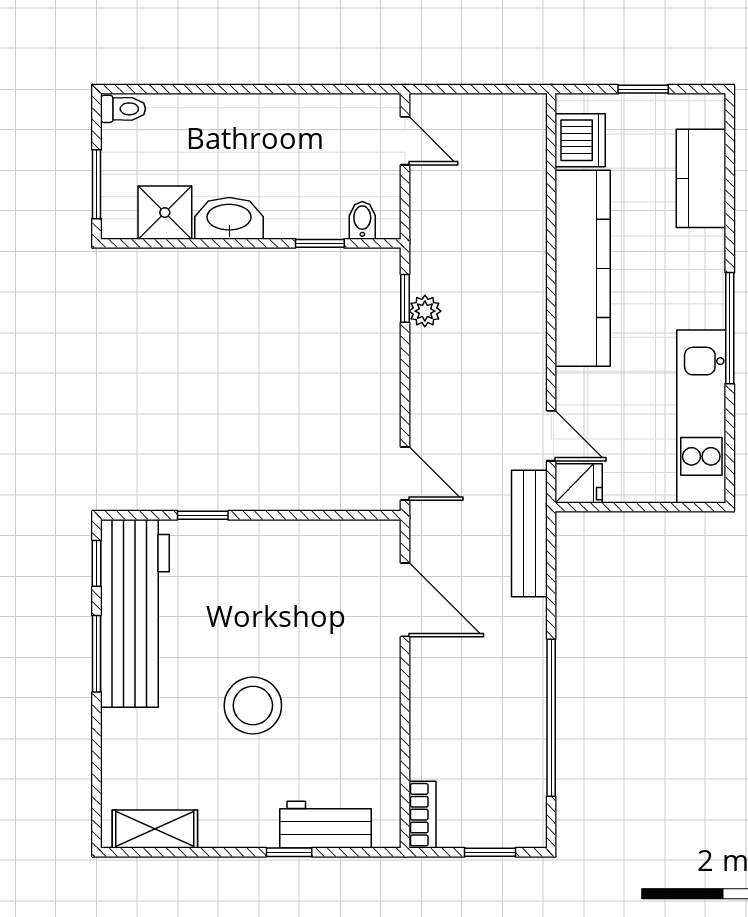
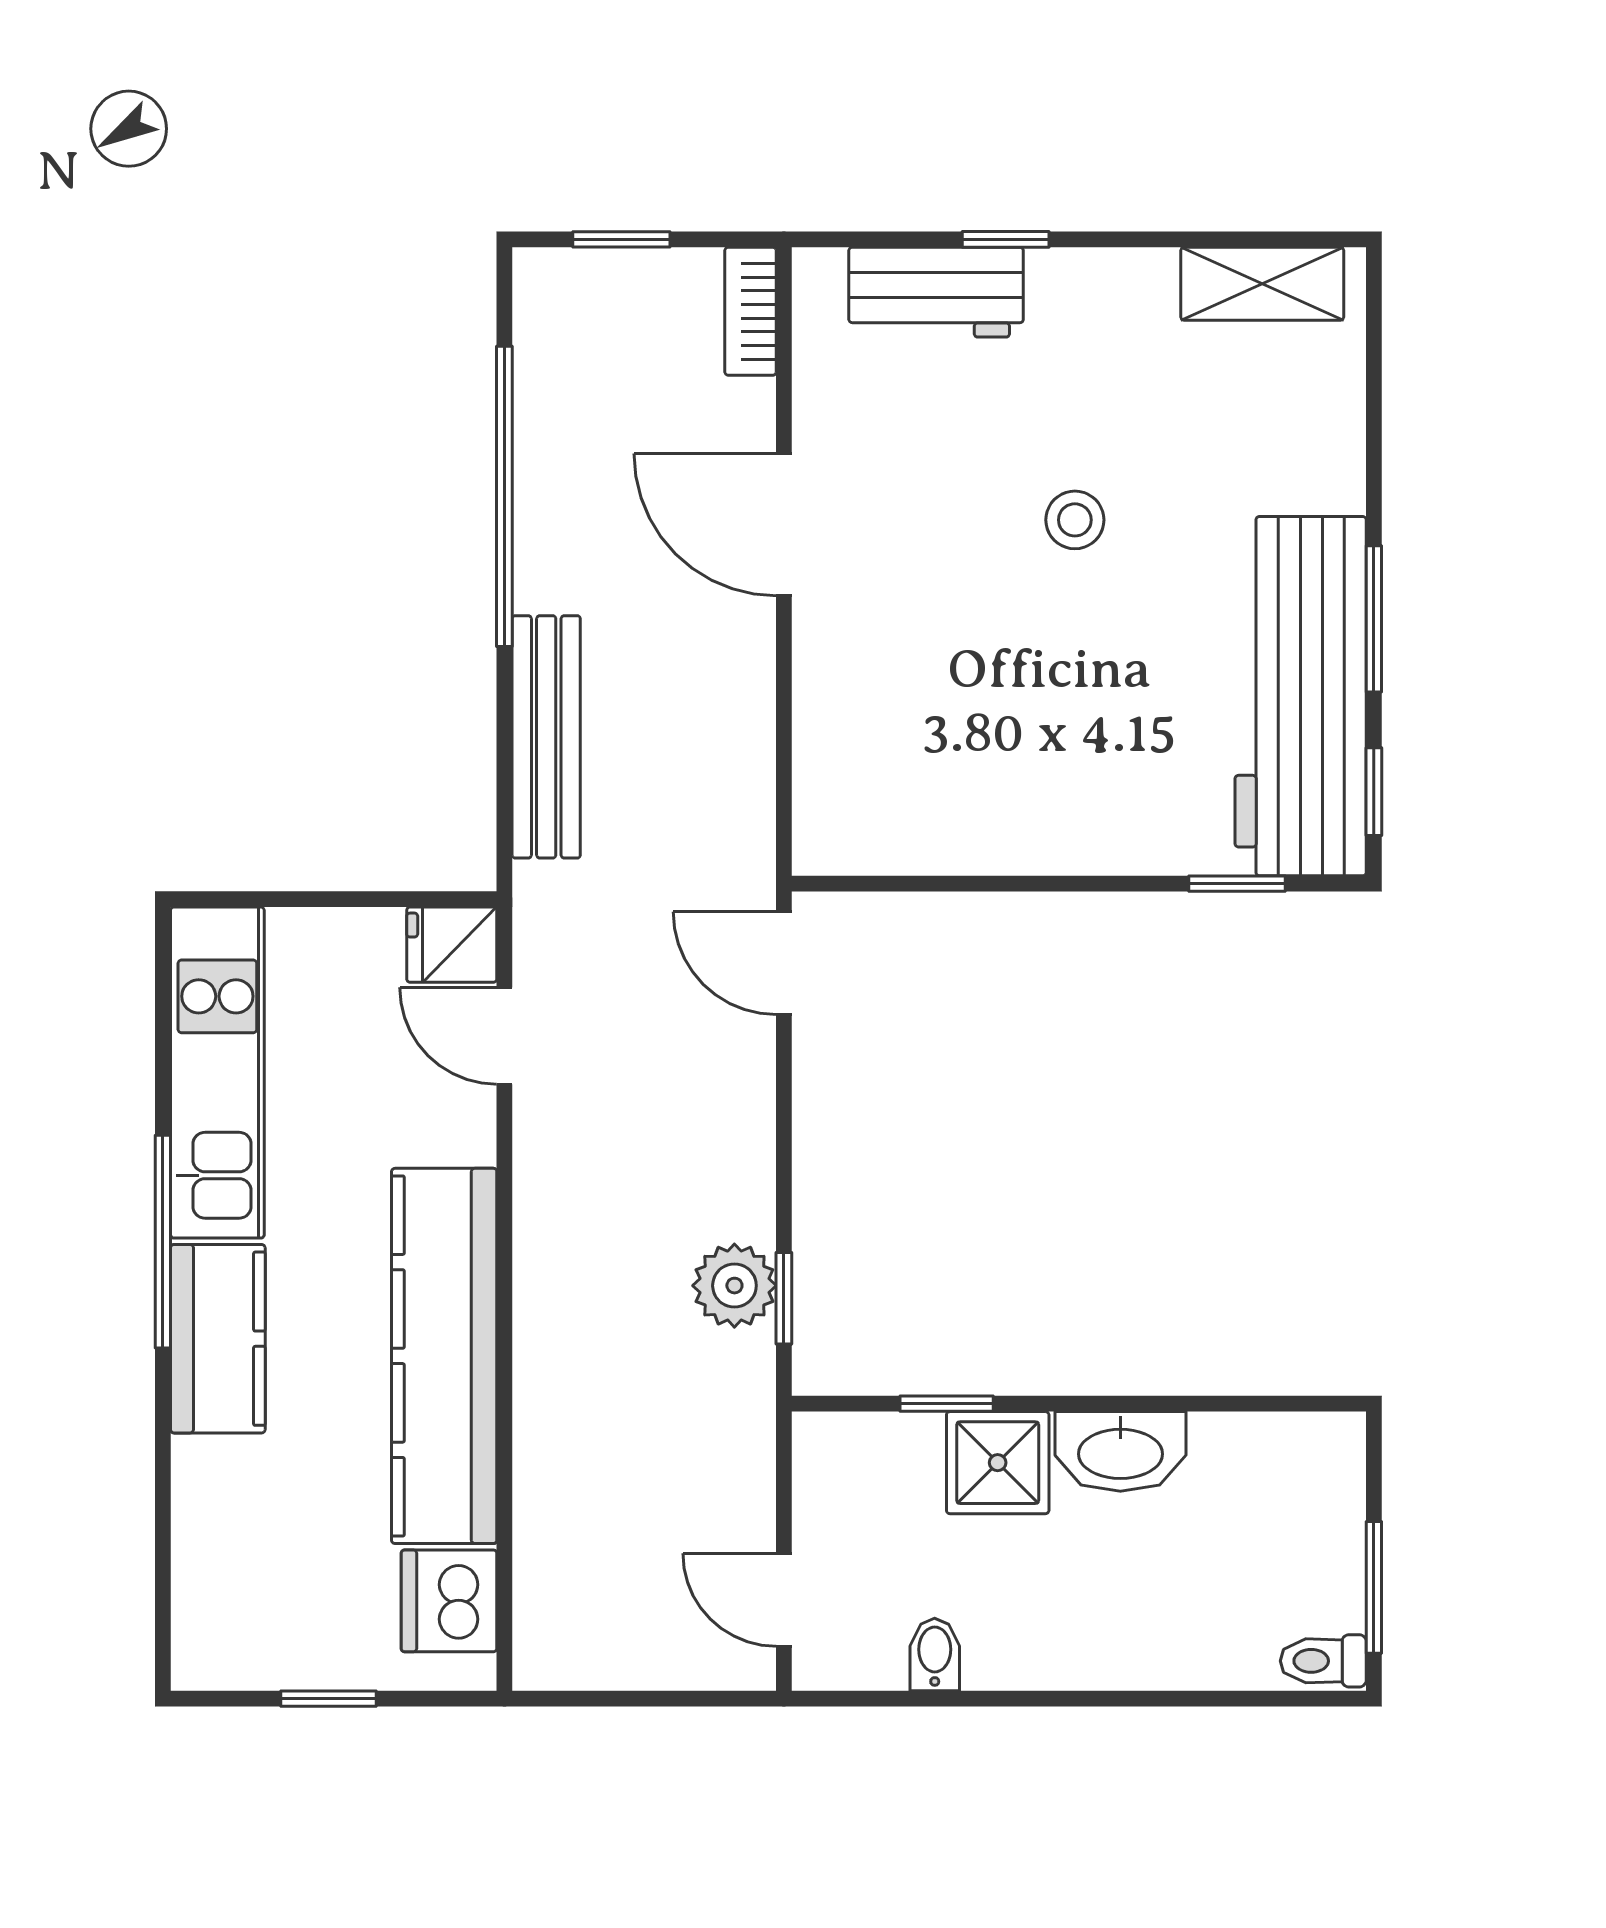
kitchen counter: (701, 178) -> (218, 1339), moved
window: (96, 184) -> (1374, 1587), moved
shower: (165, 213) -> (998, 1463), moved
bidet: (362, 220) -> (935, 1655), moved, turned 180
plant: (425, 311) -> (734, 1286), width x1.38, depth x1.38
window: (203, 515) -> (1237, 884), moved
bench: (529, 533) -> (546, 737), moved
door: (405, 600) -> (784, 525), moved
stool: (253, 705) -> (1075, 520), width x0.53, depth x0.53

